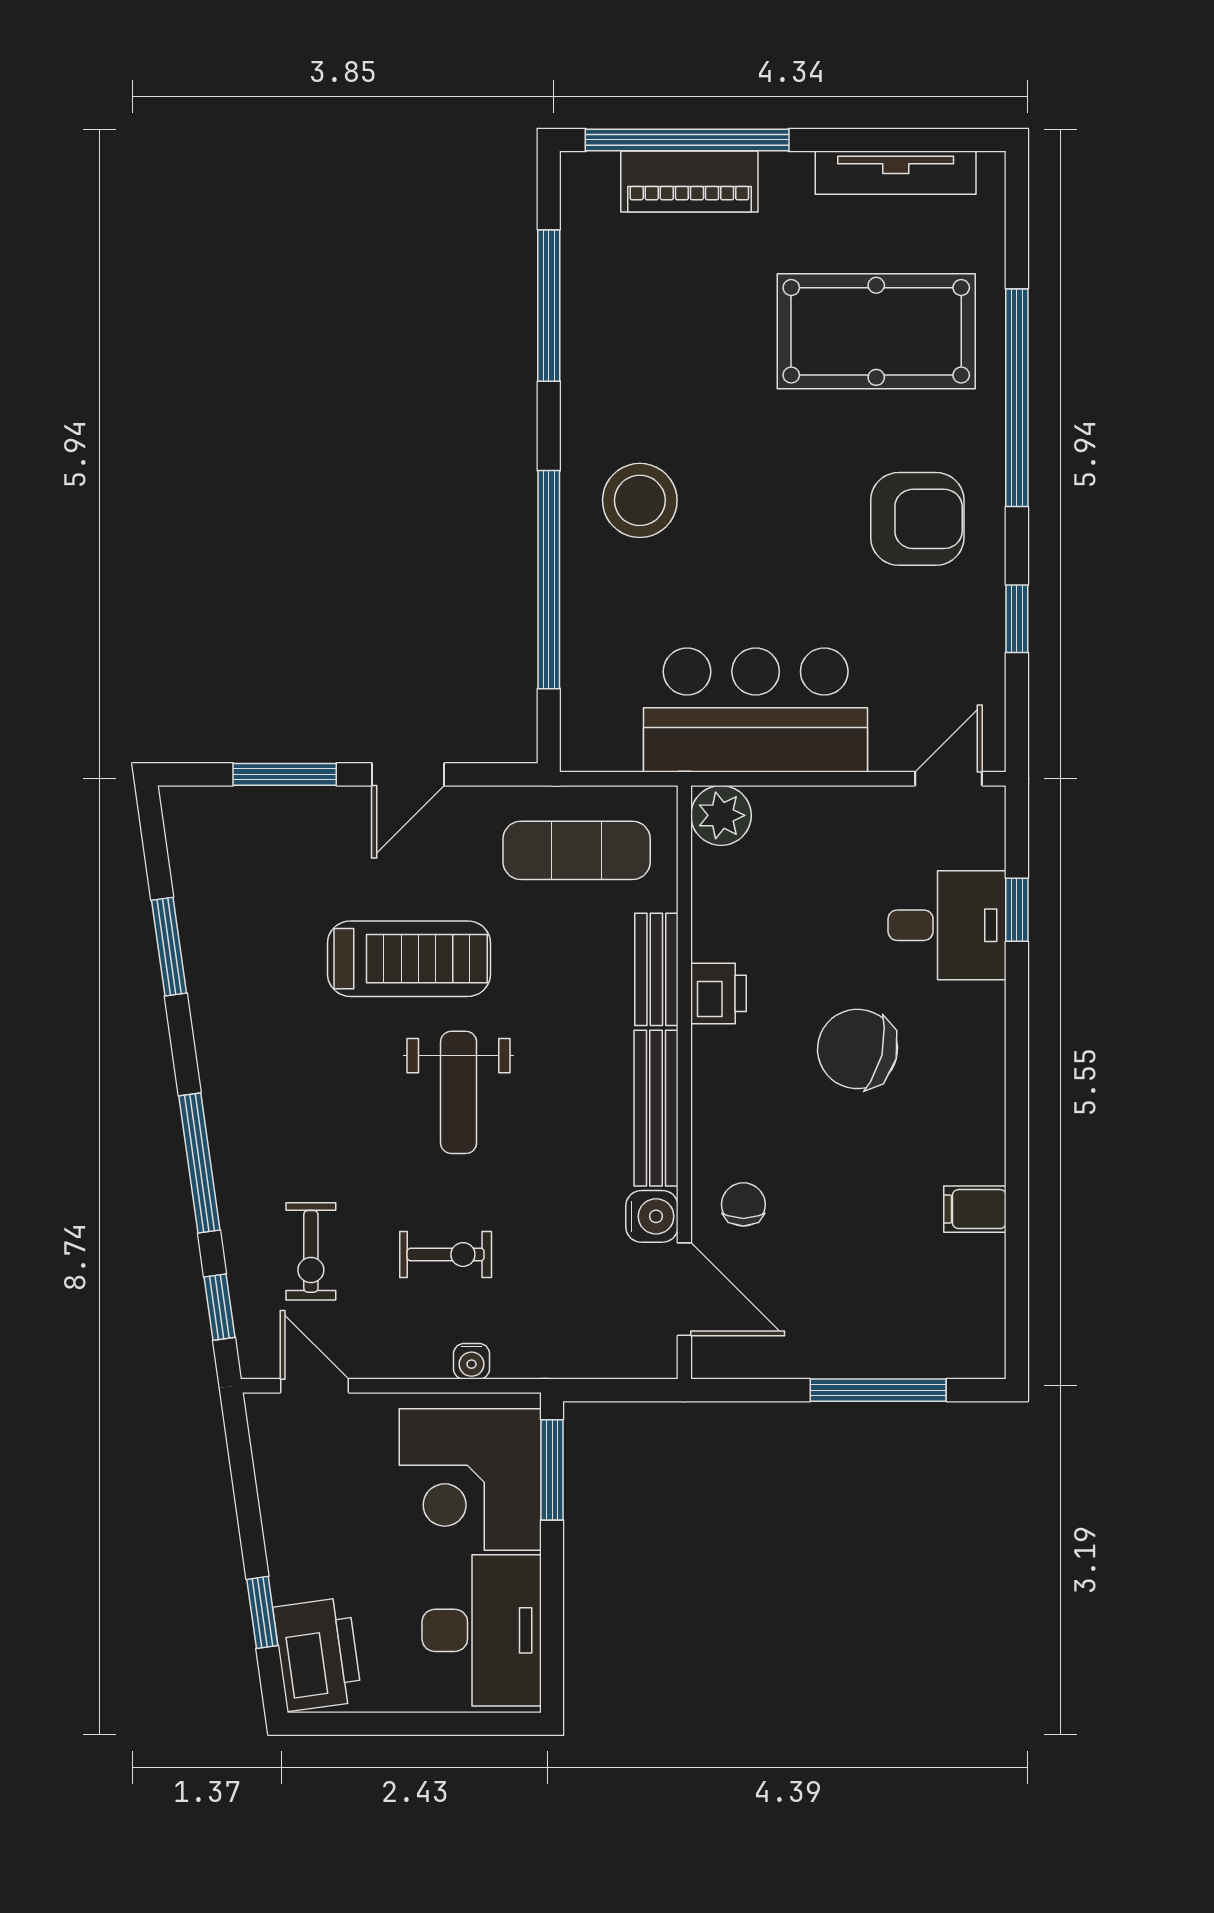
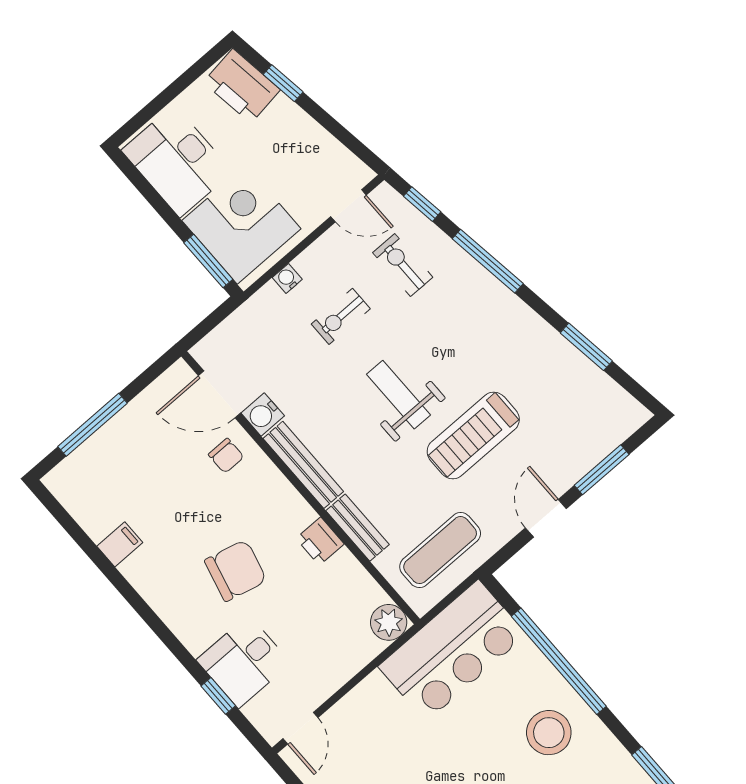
bar counter: (756, 710) -> (452, 651), moved

